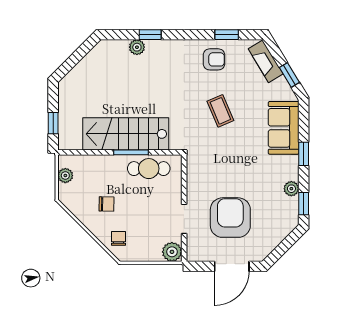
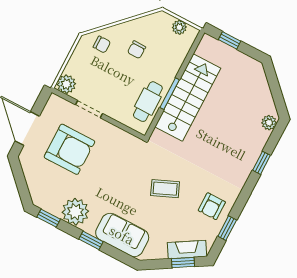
plant: (137, 47) -> (269, 123), moved
window: (289, 75) -> (183, 263), moved
plant: (291, 189) -> (75, 212), width x1.88, depth x1.88

